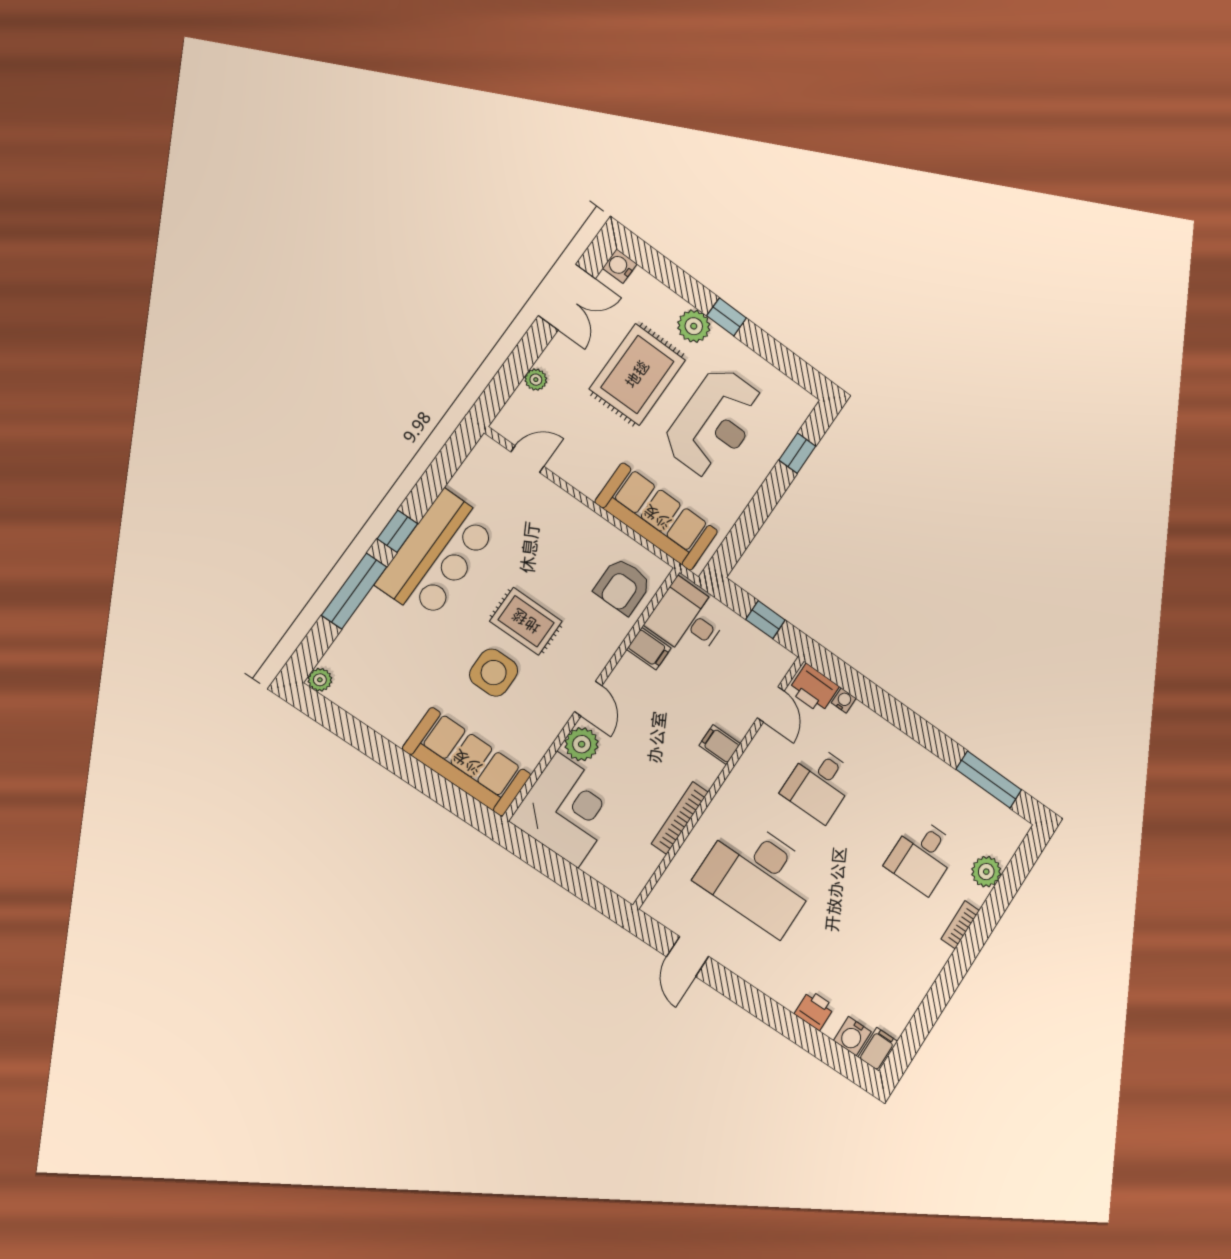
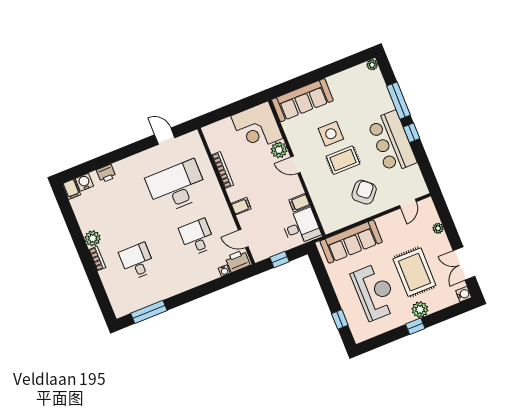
reception desk: (715, 423) -> (375, 292), turned 180
armchair: (623, 586) -> (364, 192), moved, turned 41
plant: (986, 872) -> (93, 238), moved

